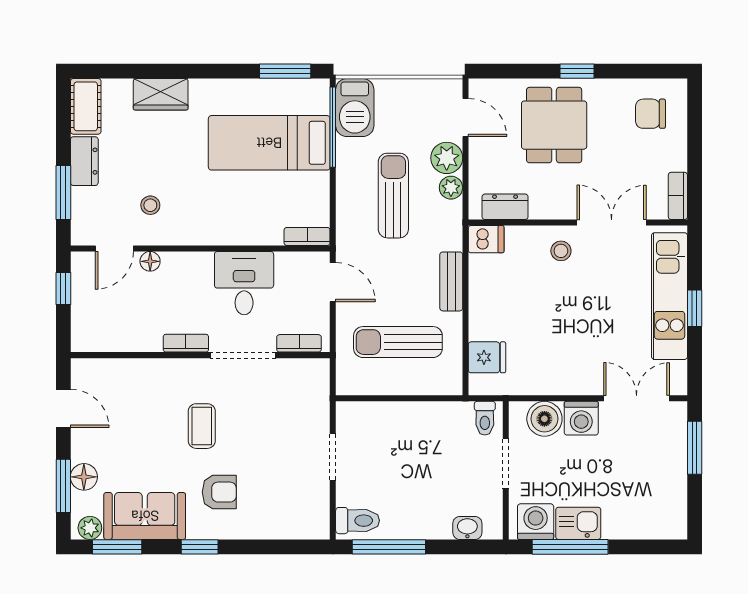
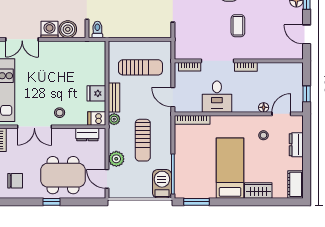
dining table: (554, 125) -> (63, 175), width x1.38
bed: (269, 143) -> (230, 168), moved, turned -90
dresser: (84, 161) -> (296, 145), moved
plant: (451, 188) -> (114, 119), moved
window: (63, 192) -> (307, 142), removed
bookcase: (307, 236) -> (192, 120), width x1.56
fridge: (487, 357) -> (96, 93), moved

